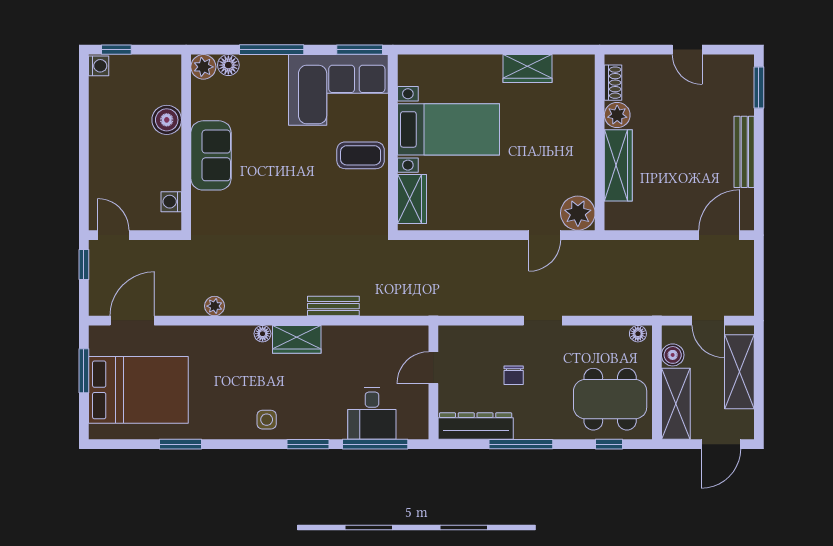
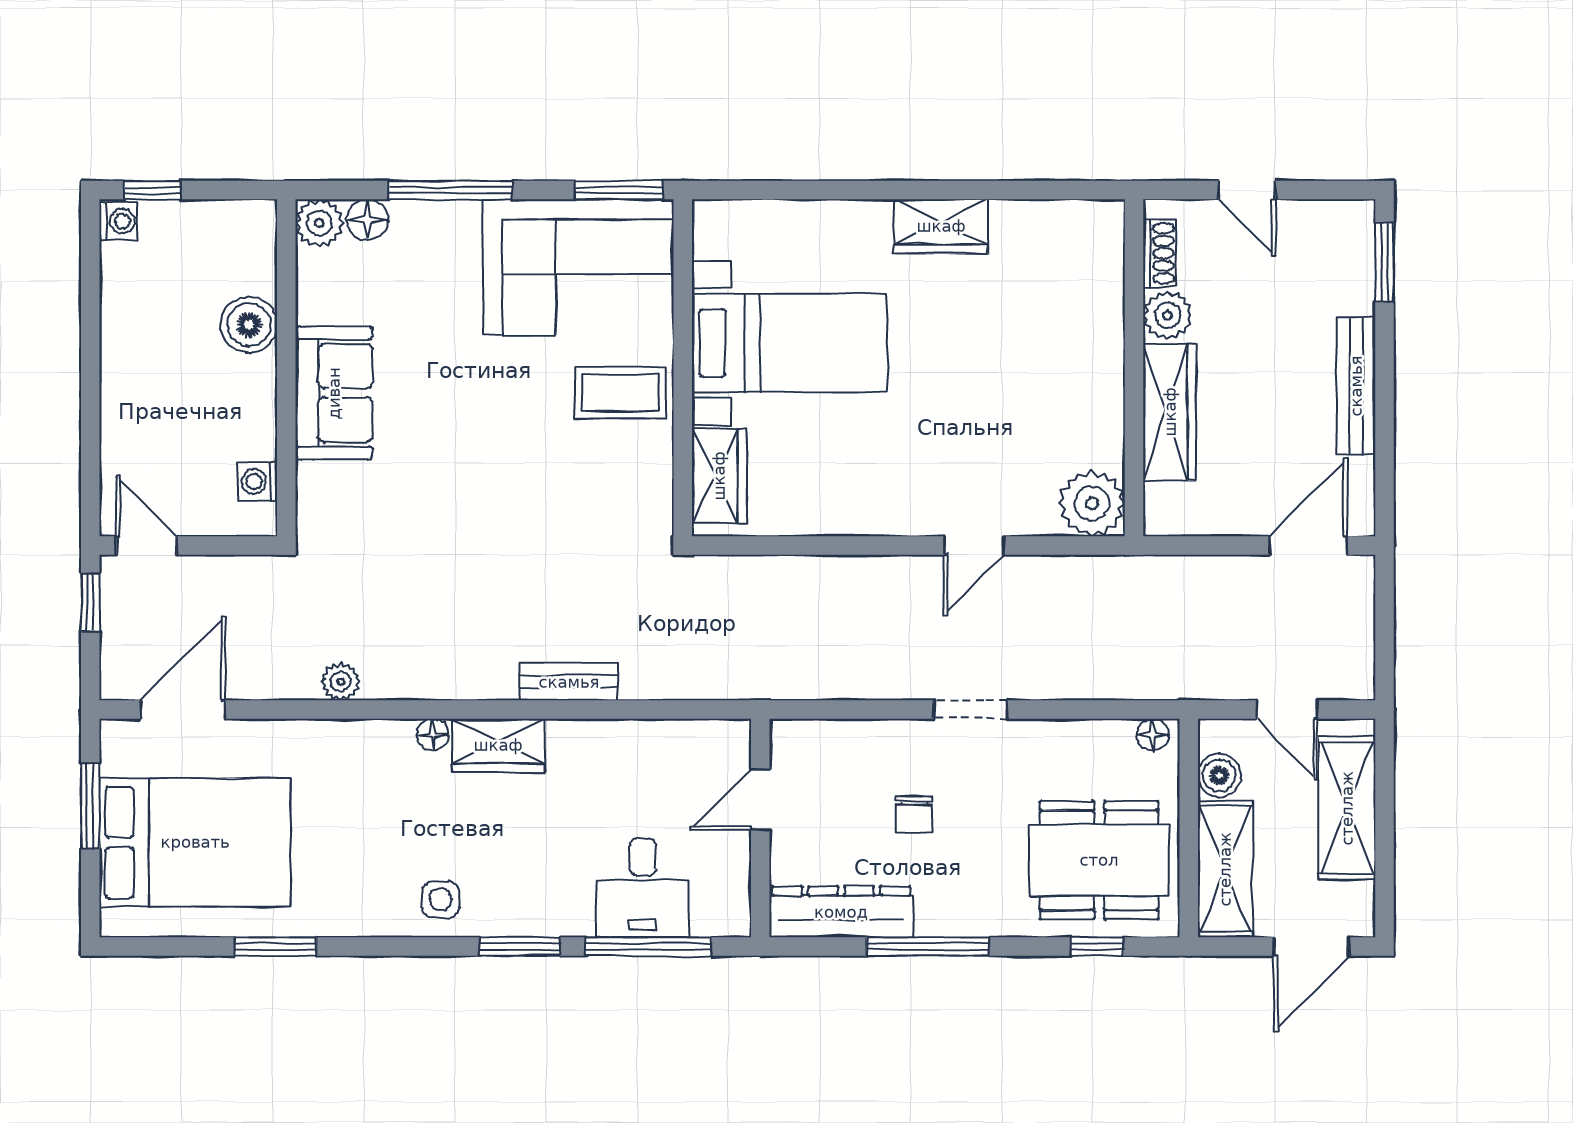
shoe rack: (613, 83) -> (1160, 253), moved
plant: (617, 115) -> (1167, 315), moved
wall: (600, 142) -> (1134, 368), moved
wardrobe: (618, 165) -> (1170, 412), moved
plant: (578, 213) -> (1092, 504), moved

